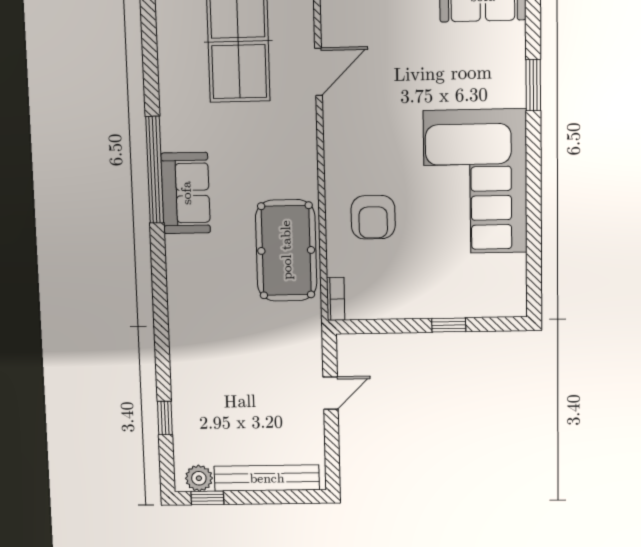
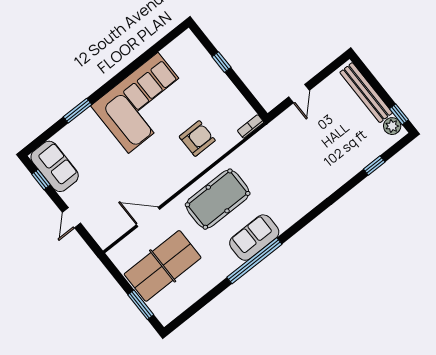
pool table: (286, 250) -> (218, 199), moved
door: (331, 393) -> (299, 94), swing flipped

